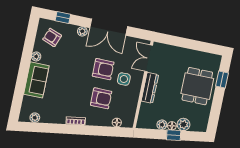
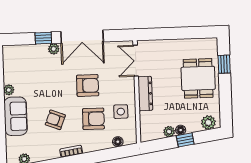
window: (63, 17) -> (43, 38), moved
armchair: (52, 37) -> (55, 120), moved
side table: (124, 79) -> (121, 112), moved
plant: (184, 124) -> (208, 122), moved

